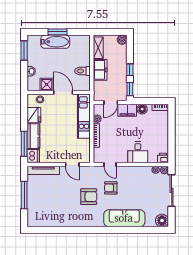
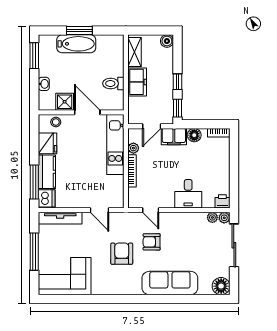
armchair: (89, 197) -> (122, 254), turned -90
corner sofa: (47, 213) -> (65, 276), added

